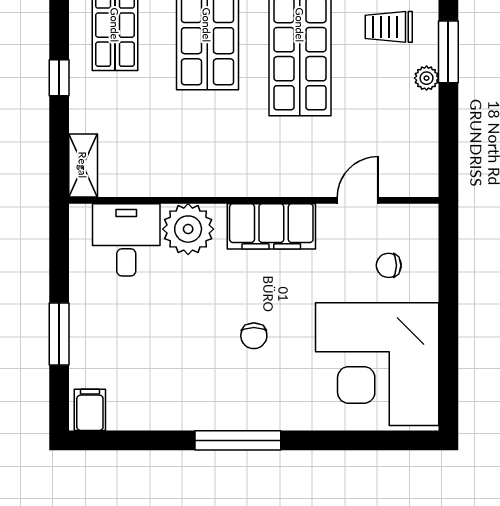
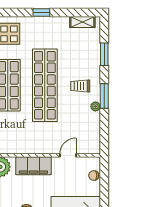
chair: (389, 265) -> (94, 175), moved

